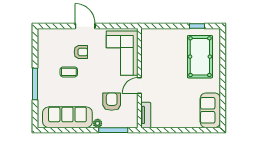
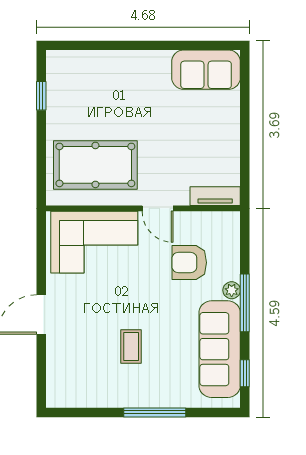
armchair: (81, 52) -> (92, 323), removed
pool table: (200, 57) -> (95, 165), moved
window: (55, 130) -> (245, 373), added
window: (113, 130) -> (245, 303), moved

